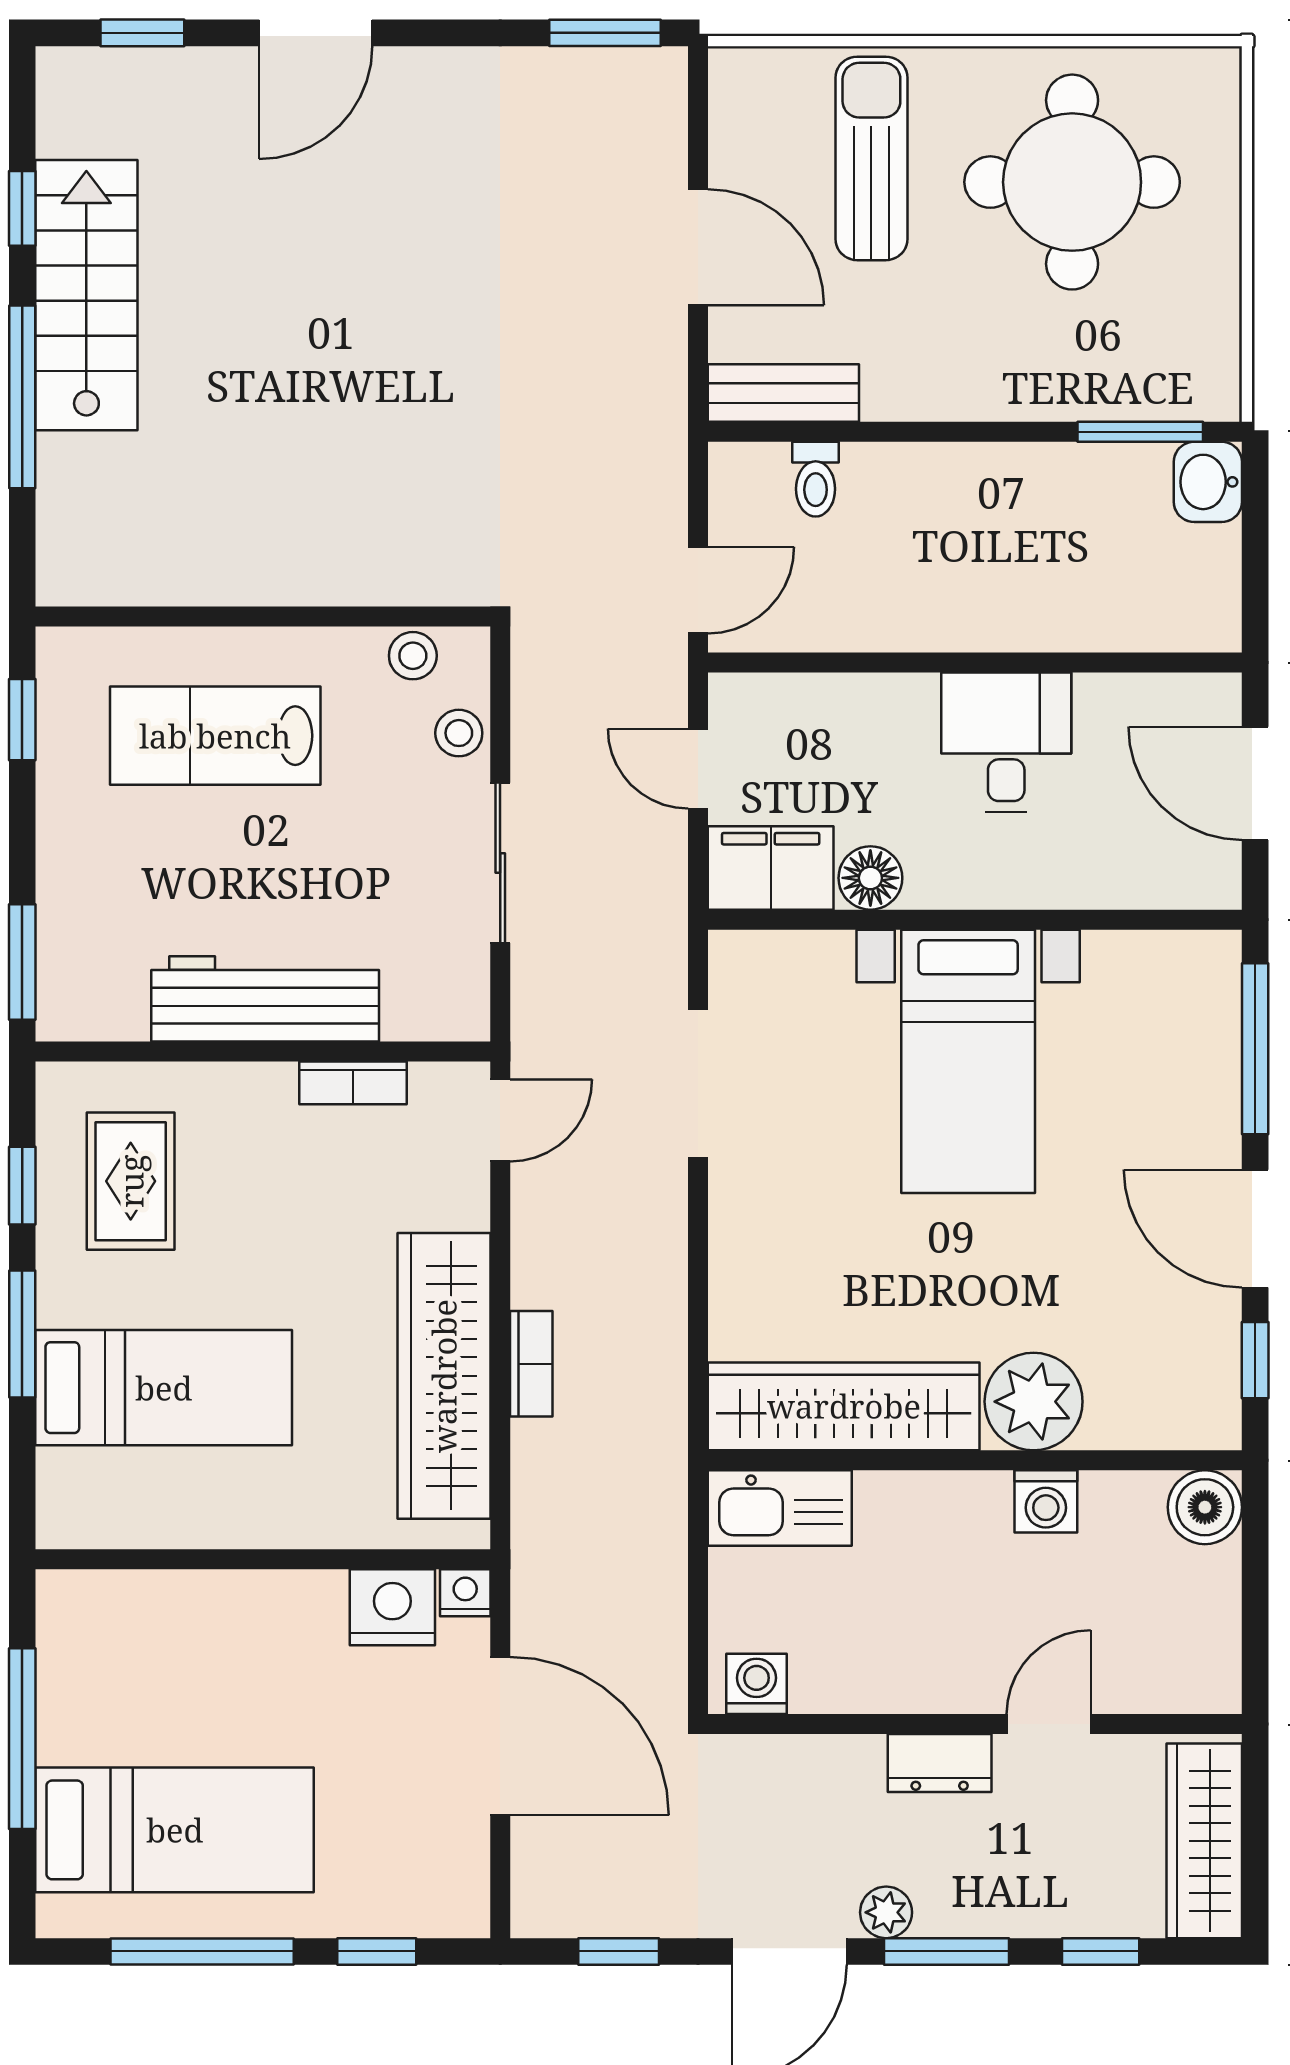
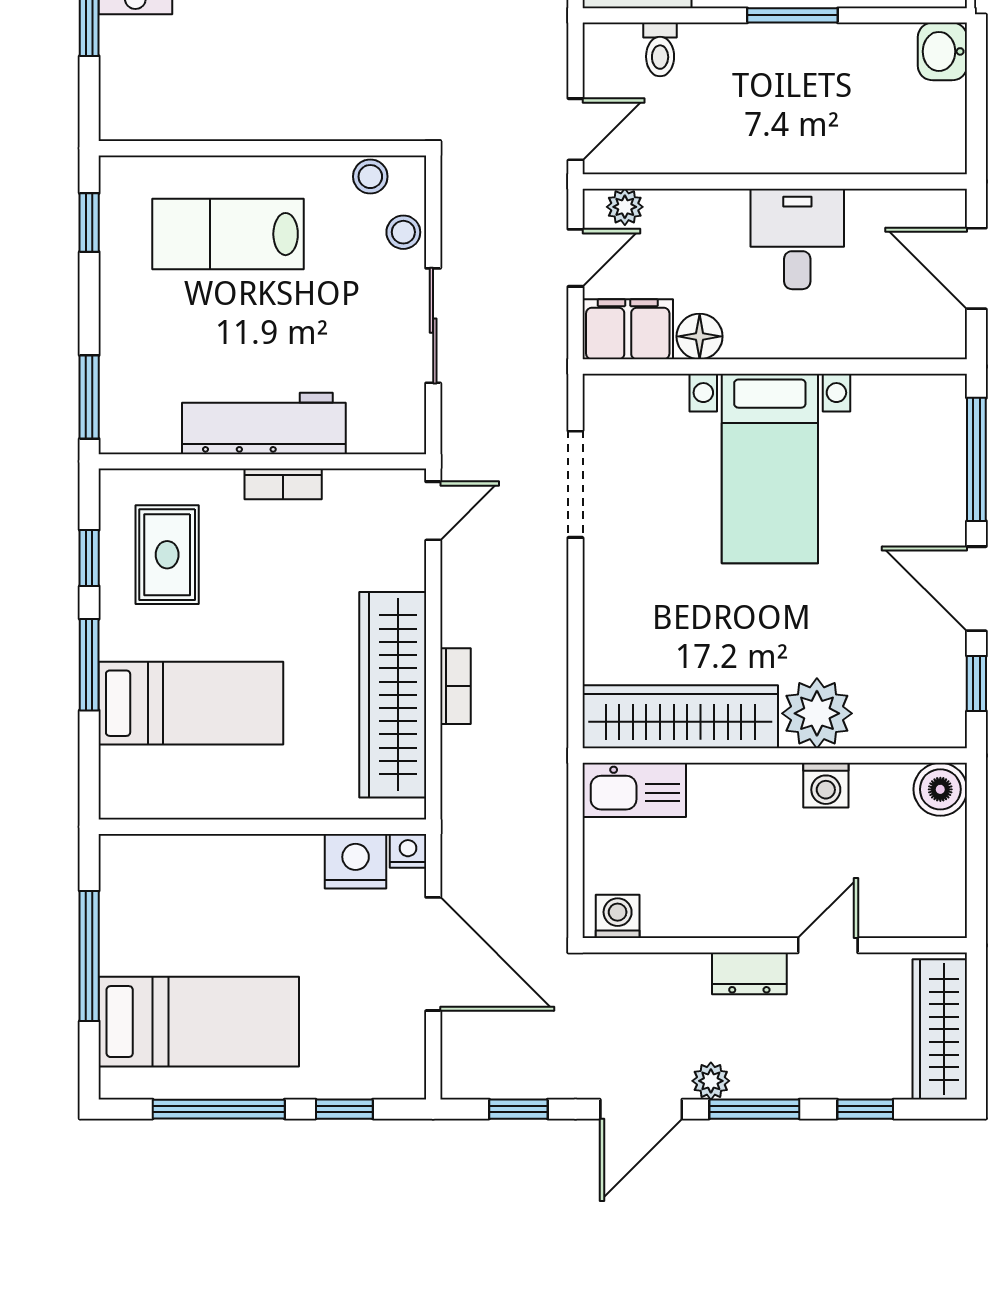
window: (1140, 432) -> (792, 15), moved
plant: (766, 698) -> (625, 207), added
door: (698, 769) -> (575, 258), swing flipped
bookcase: (353, 1083) -> (283, 484), moved

